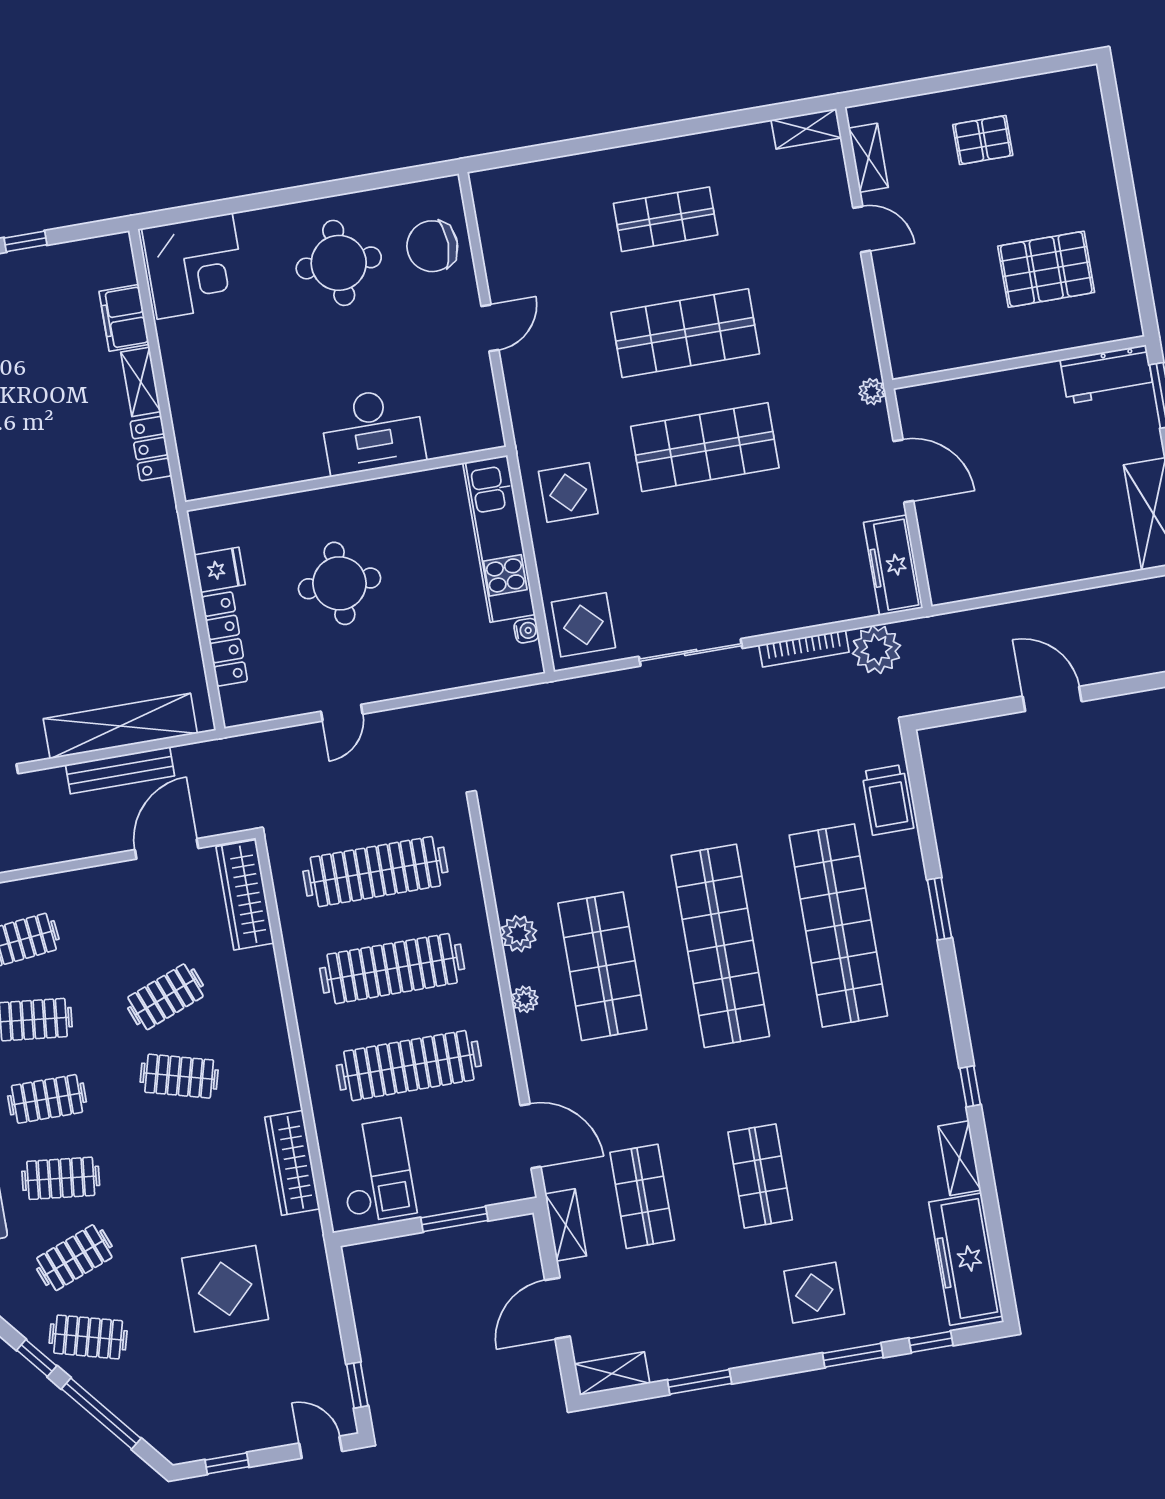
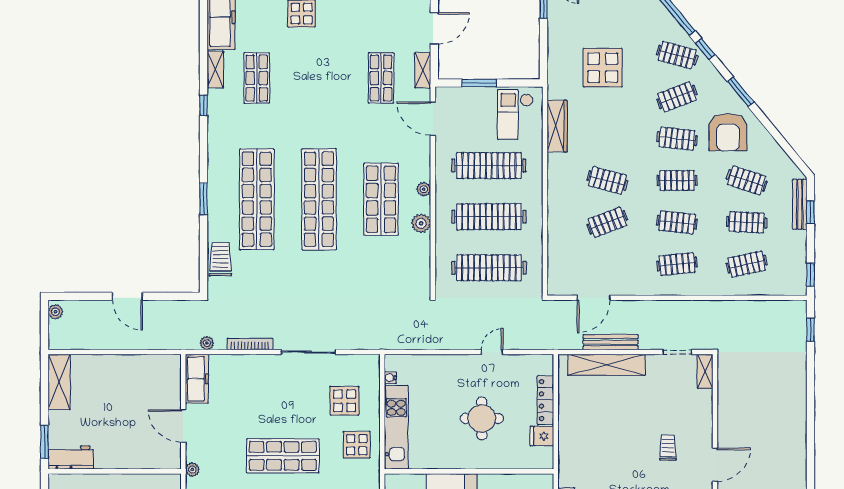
display table: (583, 625) -> (345, 401), moved
plant: (876, 649) -> (207, 343), width x0.53, depth x0.53
wardrobe: (245, 895) -> (558, 267), removed
shop shelf: (760, 1176) -> (257, 78), moved

